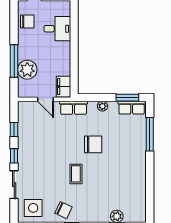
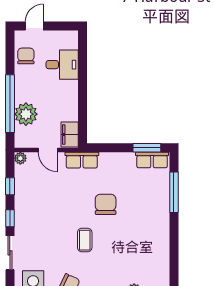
chair: (27, 22) -> (26, 56), turned -90
window: (14, 61) -> (10, 104), width x1.46
plant: (102, 106) -> (20, 158), moved
chair: (93, 144) -> (106, 204), turned -90

